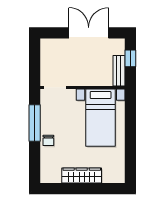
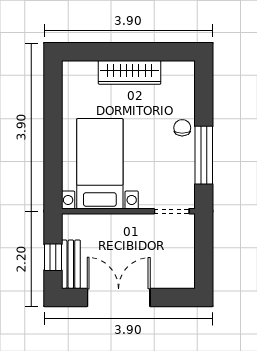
double door: (89, 33) -> (119, 297), swing flipped
bench: (119, 71) -> (71, 264), moved

